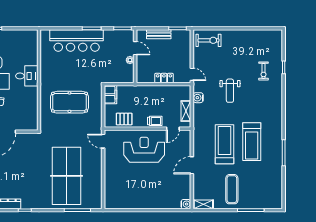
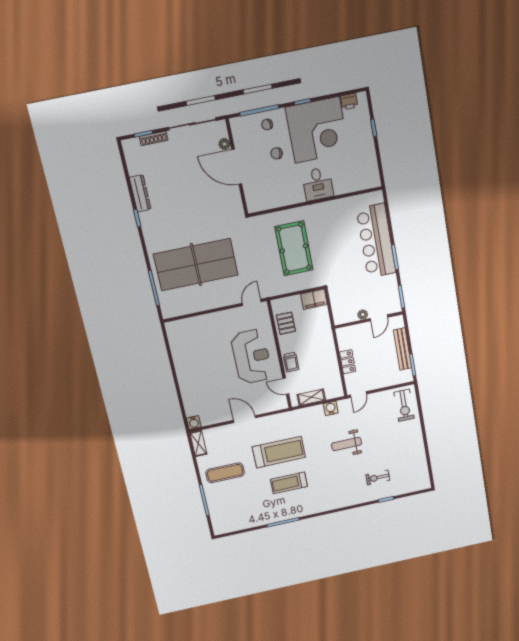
bench: (159, 34) -> (402, 349), width x1.36
treadmill: (252, 142) -> (289, 483), width x0.73, depth x0.73

